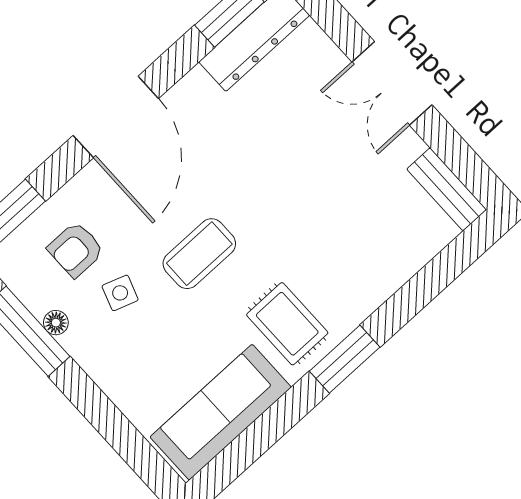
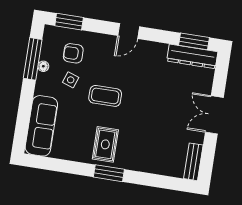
door: (116, 117) -> (129, 31), width x0.53
sofa: (221, 412) -> (41, 126), moved, turned 90

